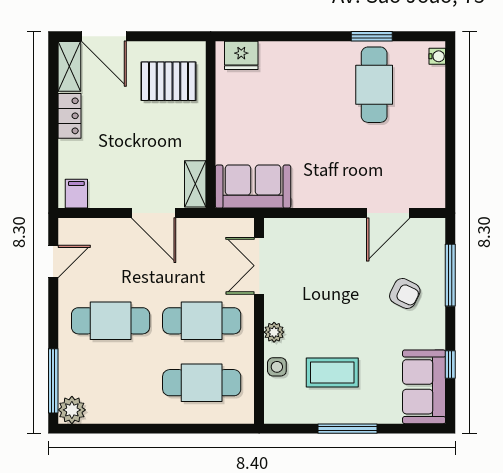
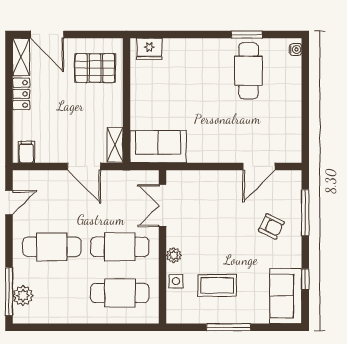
plant: (72, 410) -> (23, 296), moved

